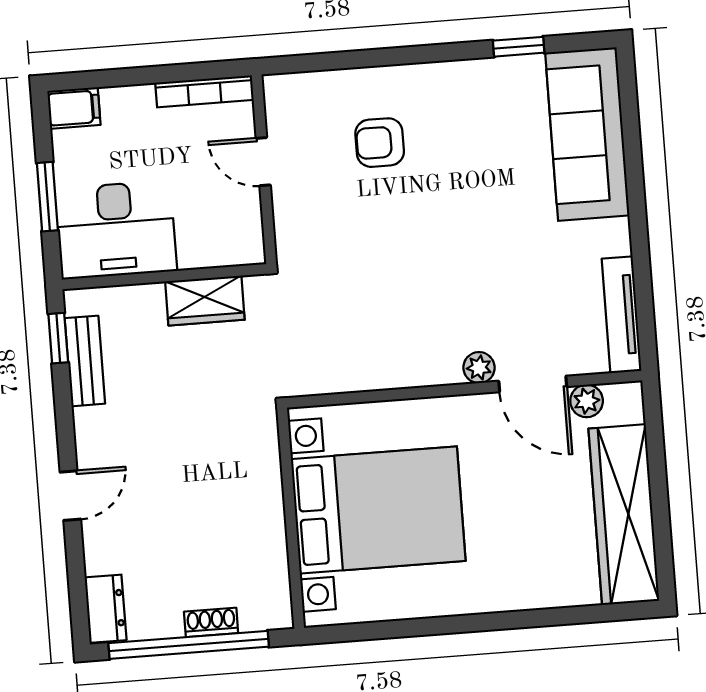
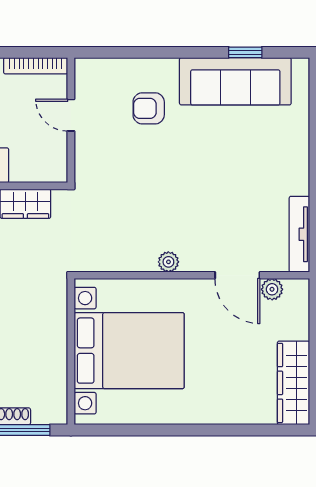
sofa: (587, 134) -> (235, 81), moved, turned -90
plant: (479, 368) -> (168, 262), moved
wardrobe: (624, 515) -> (294, 383), width x0.71, depth x0.85

